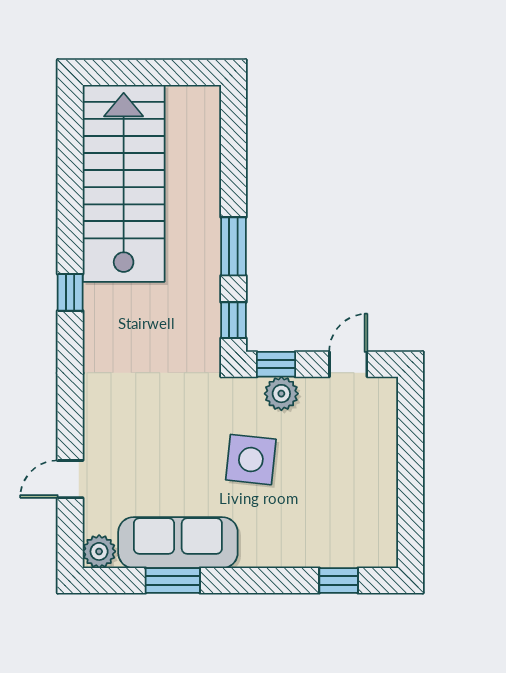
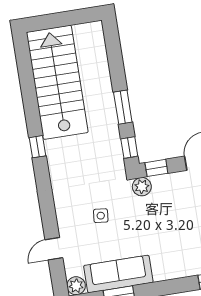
plant: (281, 394) -> (142, 187), moved
side table: (251, 460) -> (101, 216), moved, width x0.54, depth x0.54

